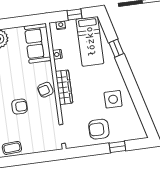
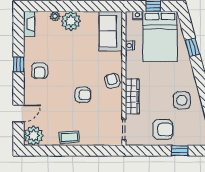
bed: (90, 41) -> (160, 36), width x1.50
wardrobe: (64, 87) -> (132, 96), moved
armchair: (45, 90) -> (112, 81), turned 89
armchair: (99, 129) -> (163, 130), turned 180

